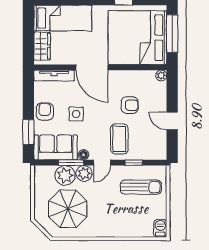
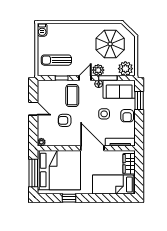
plant: (65, 175) -> (125, 69), moved

